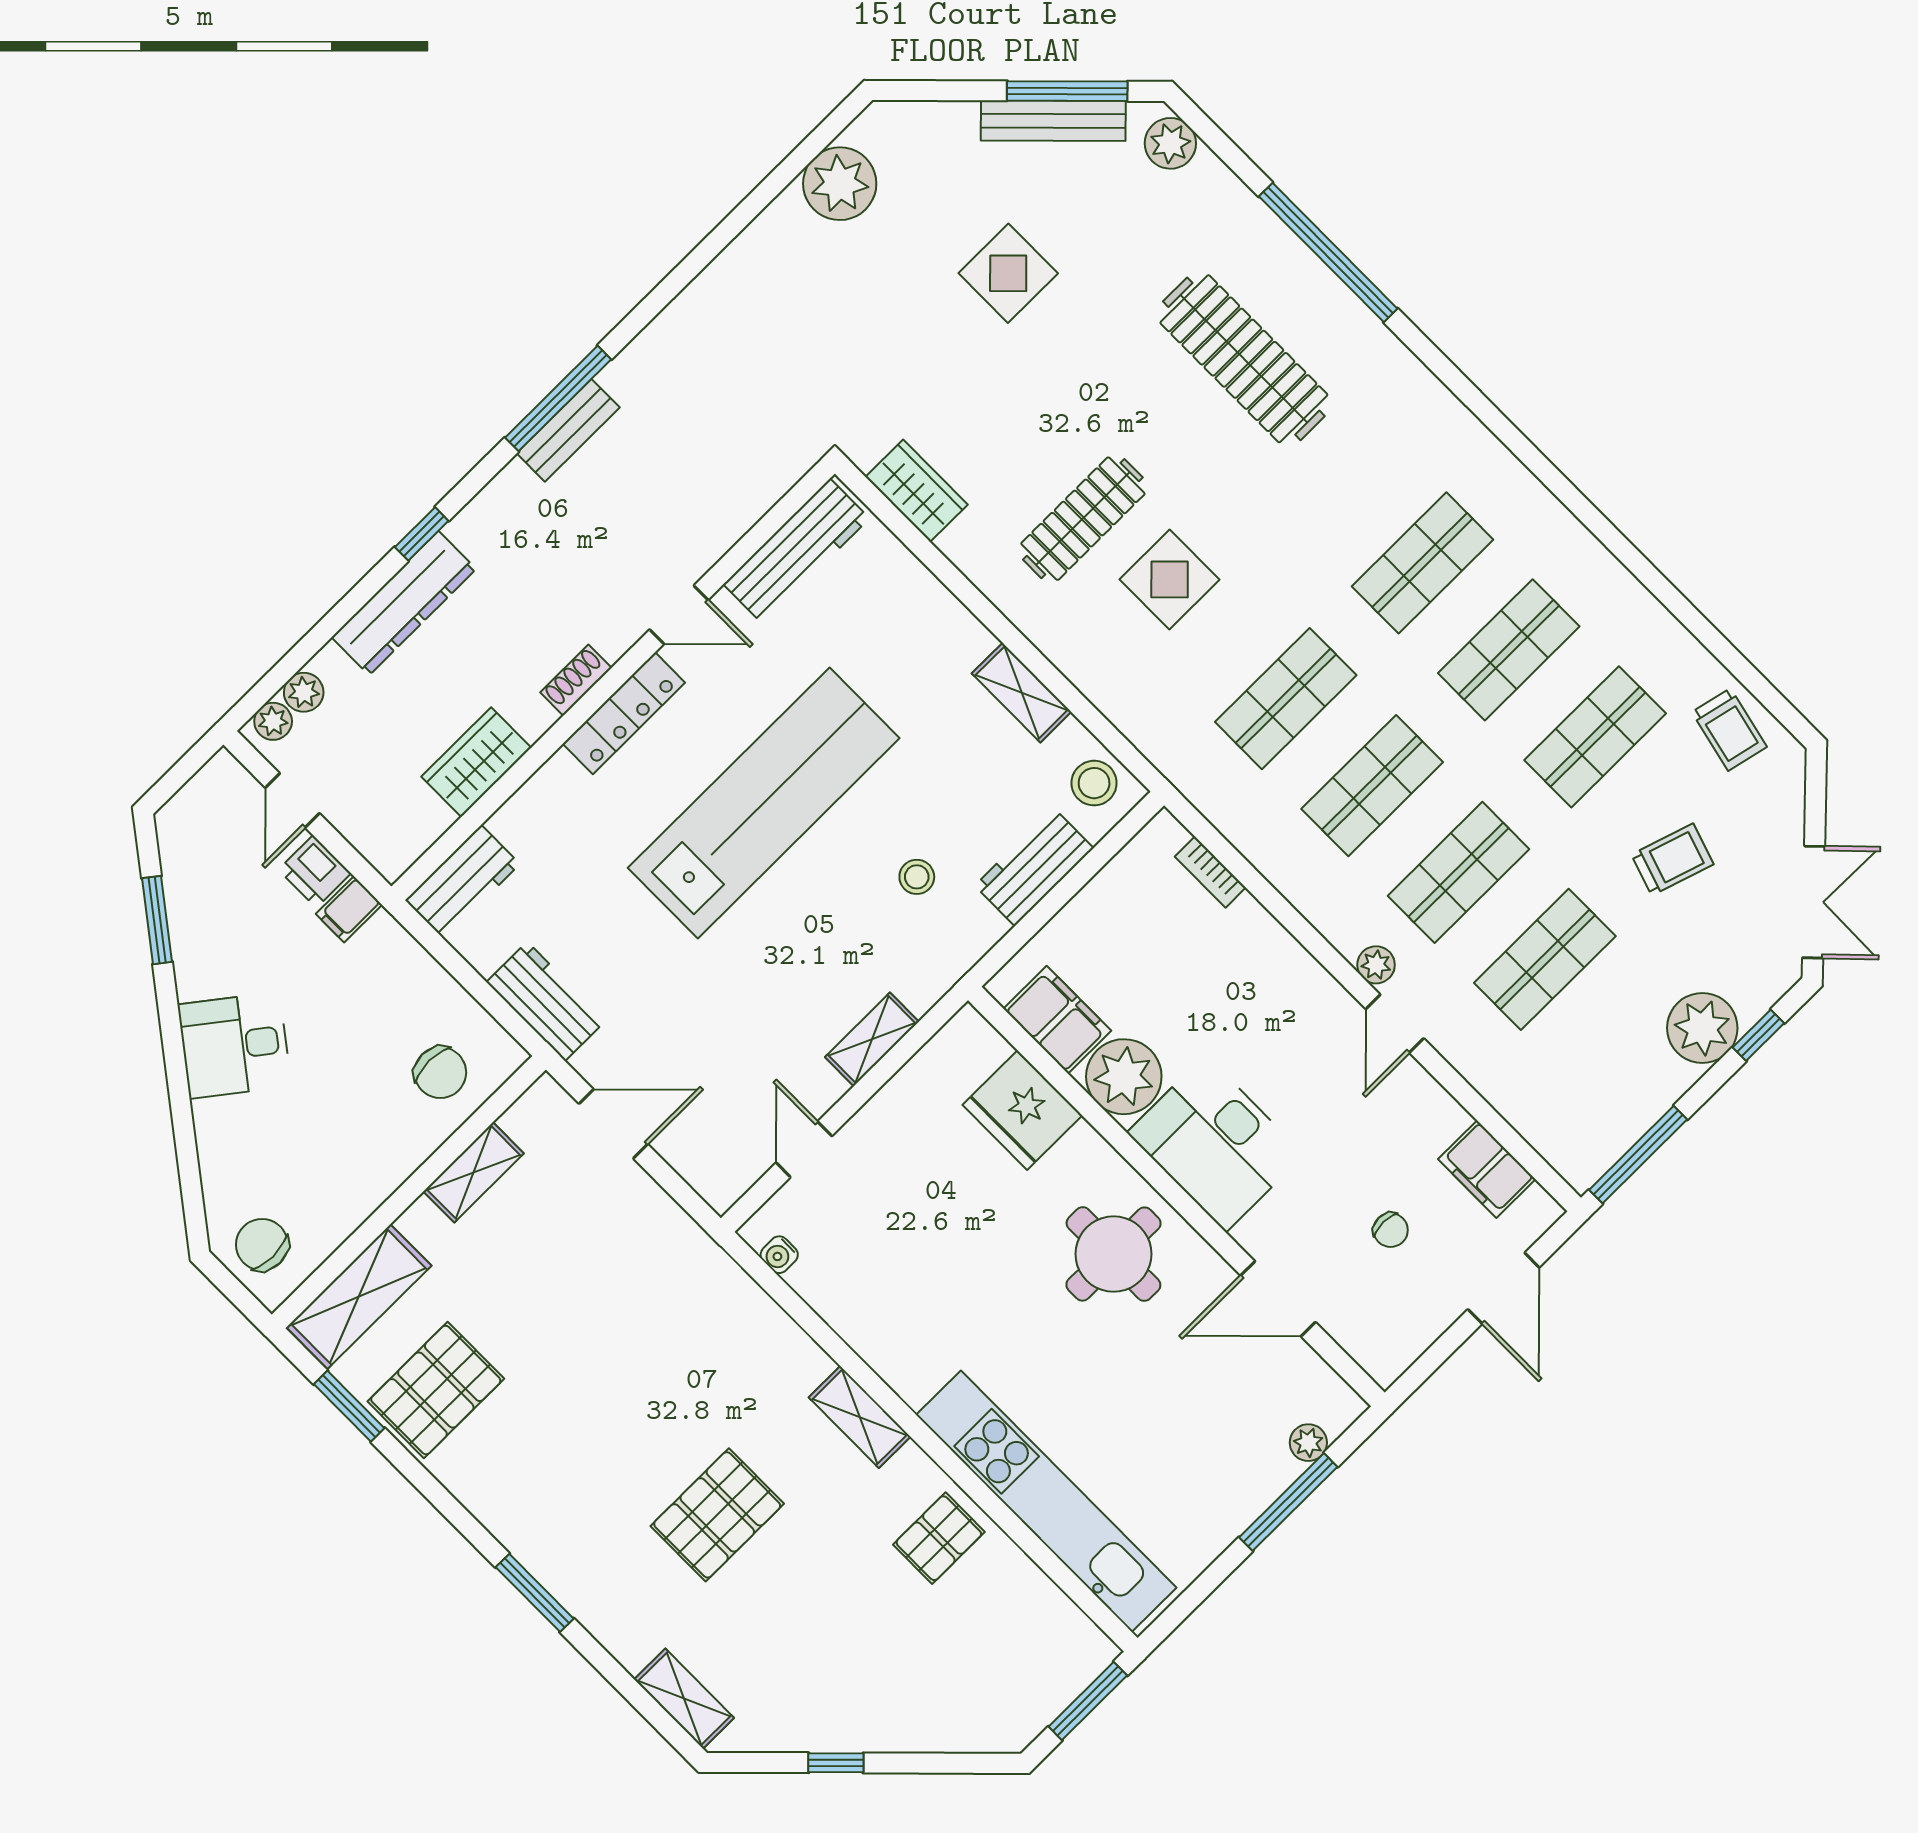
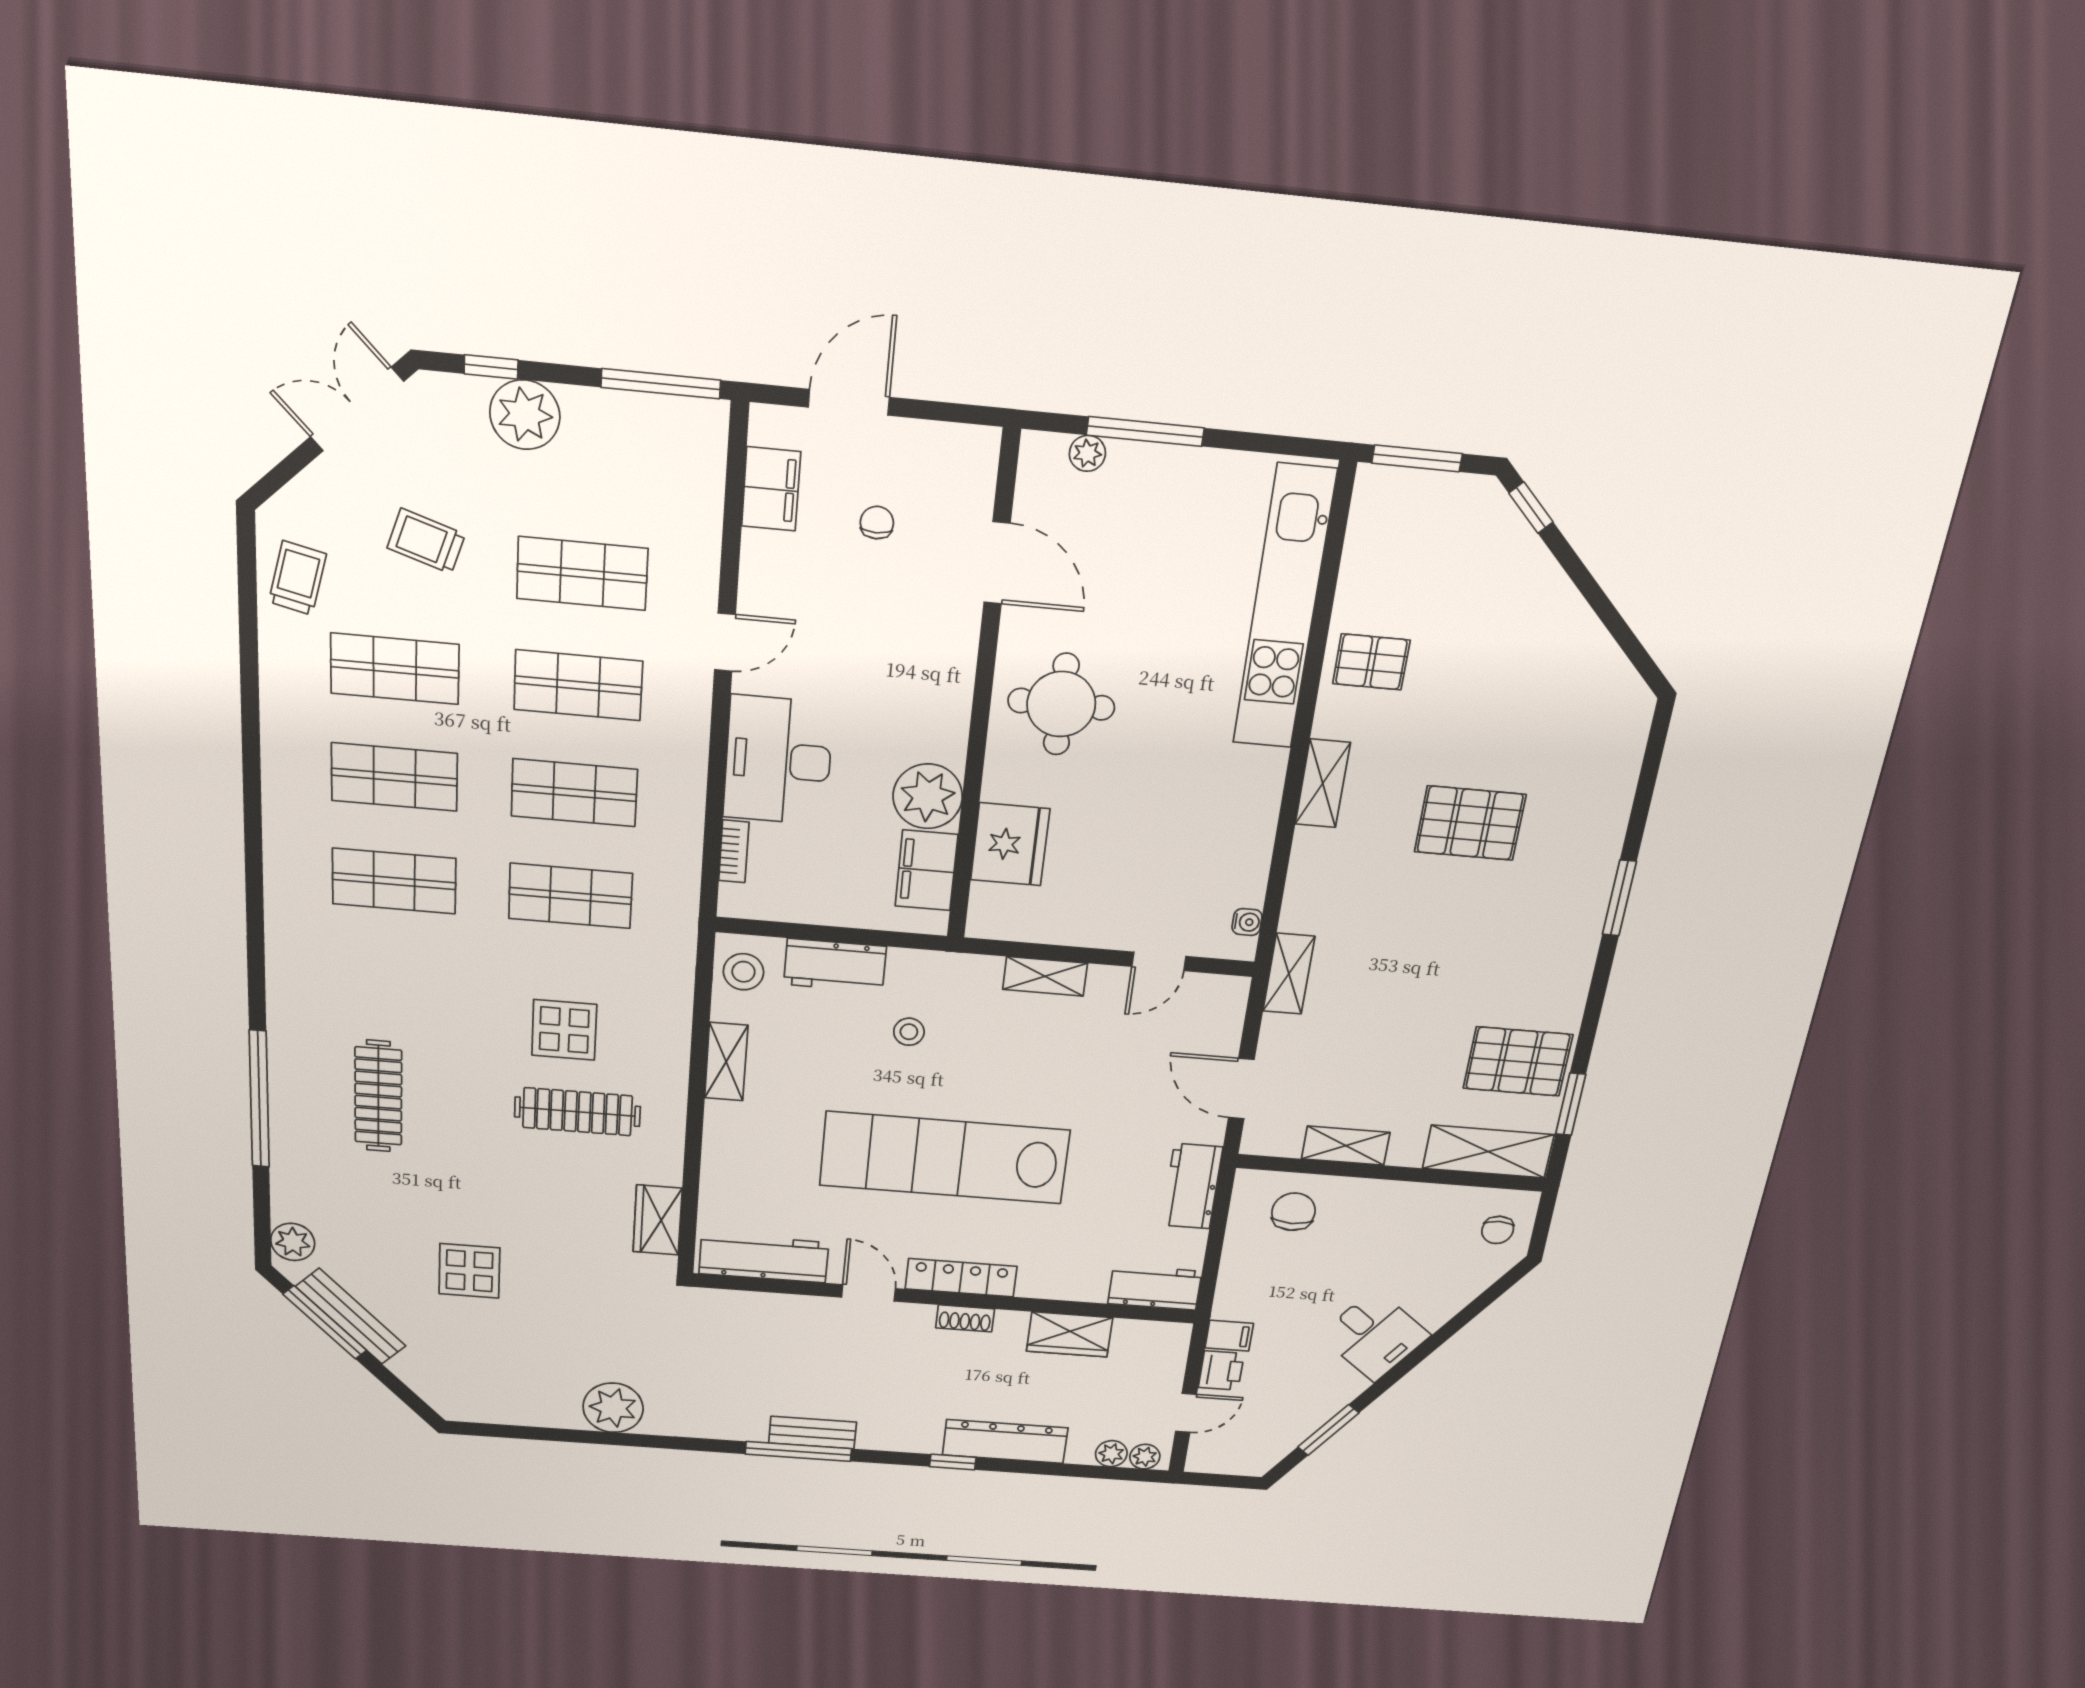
plant: (840, 184) -> (613, 1408), moved
clothes rail: (1244, 359) -> (378, 1096), width x0.73, depth x0.76
plant: (1376, 965) -> (695, 689), removed
desk: (1216, 1144) -> (778, 760), moved, turned 180
chair: (262, 1245) -> (1498, 1230), width x0.73, depth x0.73
shelving: (684, 1699) -> (1289, 974), moved
window: (836, 1763) -> (1531, 508), moved

